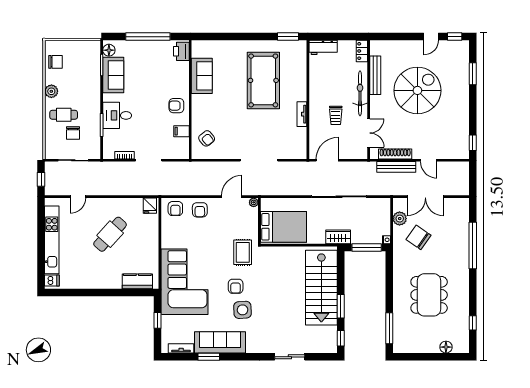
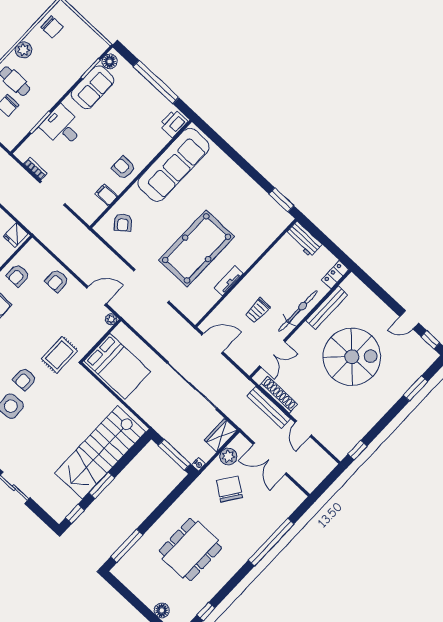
sofa: (202, 76) -> (173, 165), width x1.85, depth x1.27
pool table: (263, 80) -> (197, 248), moved
armchair: (175, 209) -> (18, 276), moved
wardrobe: (338, 237) -> (221, 435), moved, turned -90

